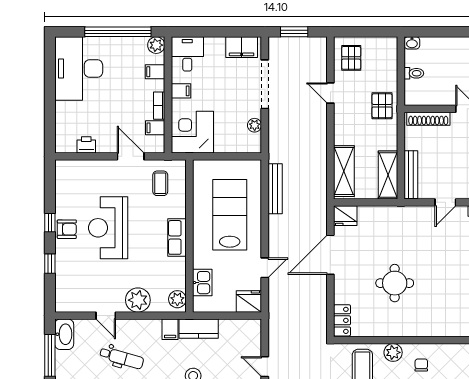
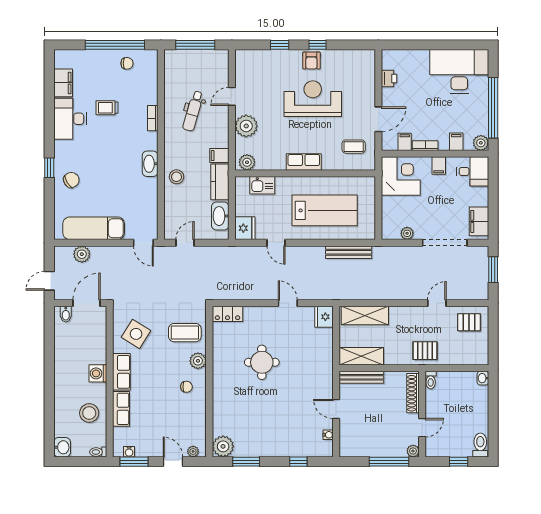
toilet: (414, 73) -> (431, 380), moved
door: (330, 255) -> (288, 303), width x0.53
washbasin: (64, 334) -> (220, 216), moved, turned 90

